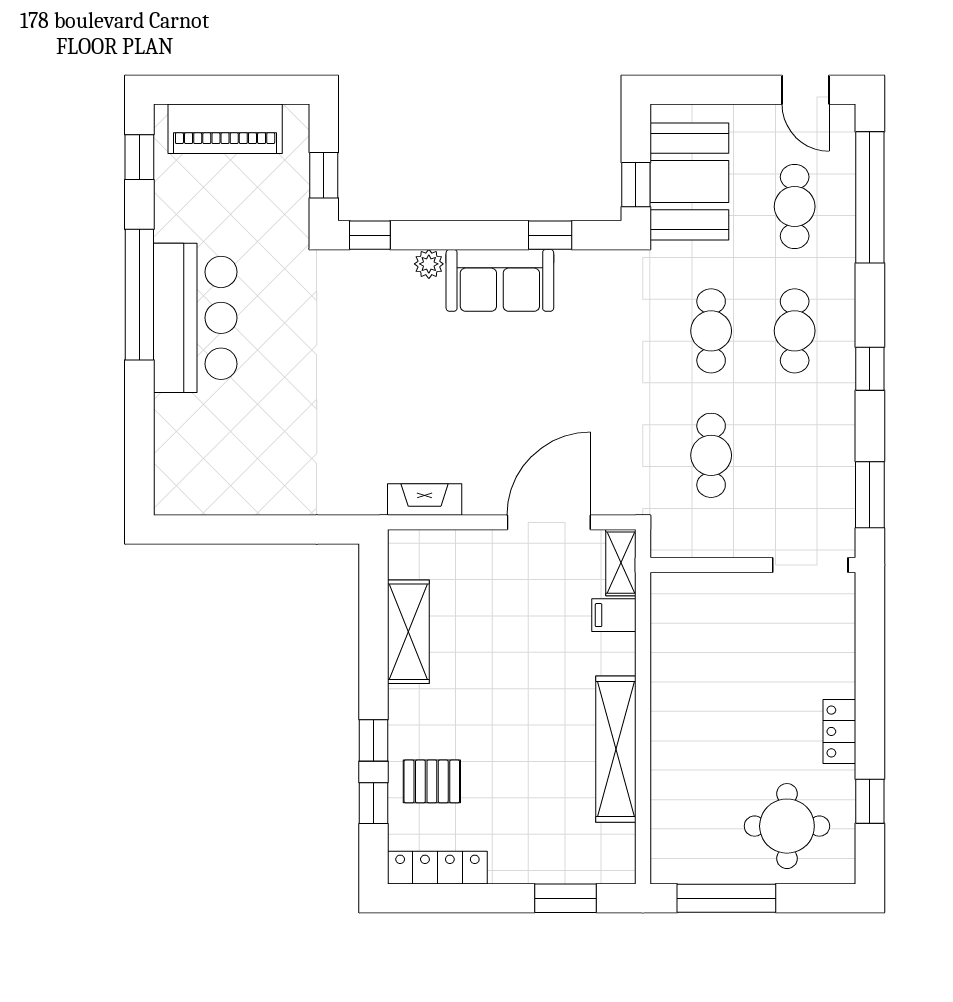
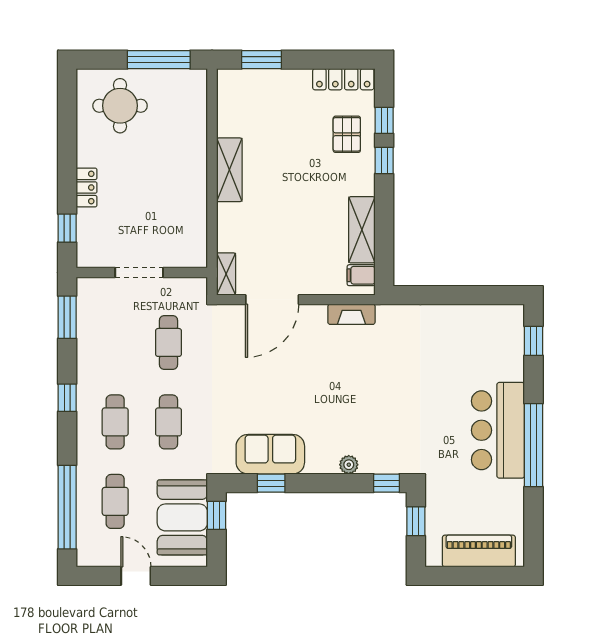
door: (806, 90) -> (136, 576), moved
window: (139, 157) -> (534, 341), moved
sofa: (500, 280) -> (270, 454), moved
doorway: (810, 565) -> (139, 272), moved
filing cabinet: (614, 615) -> (361, 275), moved, turned 180
locker: (839, 731) -> (87, 187), moved
shelving: (616, 749) -> (229, 170), width x0.68
pallet: (432, 781) -> (347, 134), turned 90
window: (870, 801) -> (67, 228), moved

